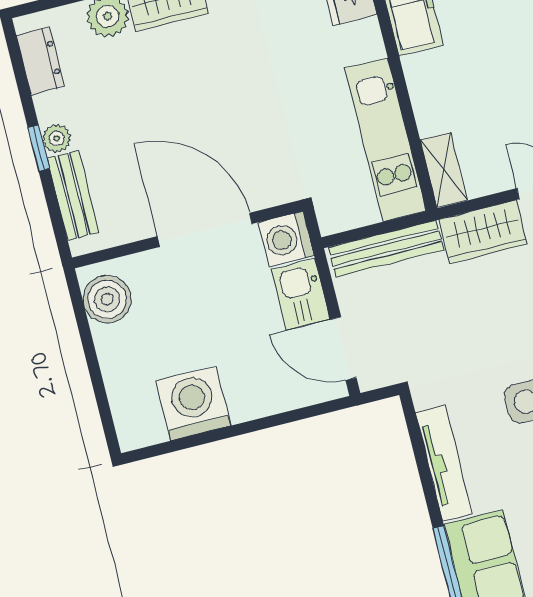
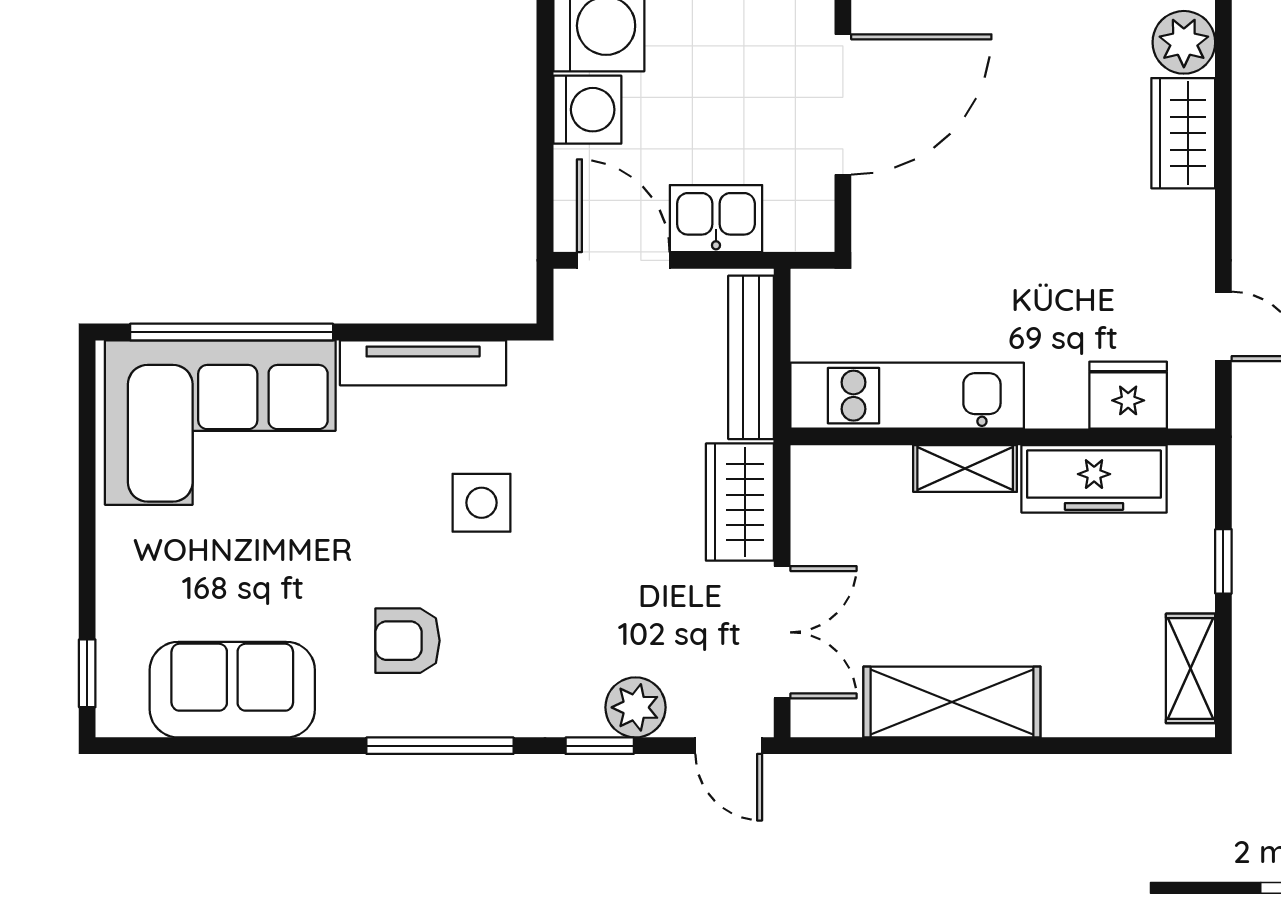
shelving: (444, 170) -> (965, 468), moved
washing machine: (286, 239) -> (587, 110), moved, turned 90
door: (343, 348) -> (623, 260), hinge flipped

